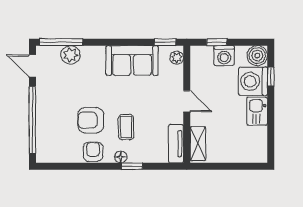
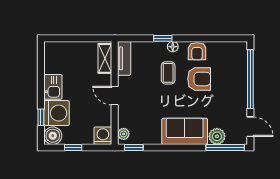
window: (217, 42) -> (73, 148), moved
washing machine: (224, 56) -> (103, 136), moved
sofa: (132, 61) -> (185, 131), moved

